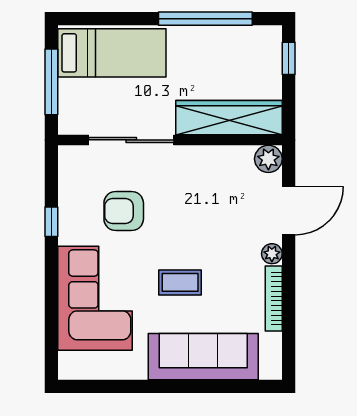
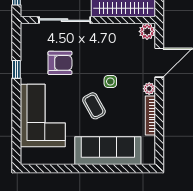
armchair: (124, 211) -> (60, 63), turned 180
side table: (207, 242) -> (110, 81), added
coffee table: (180, 282) -> (94, 106), turned 61

